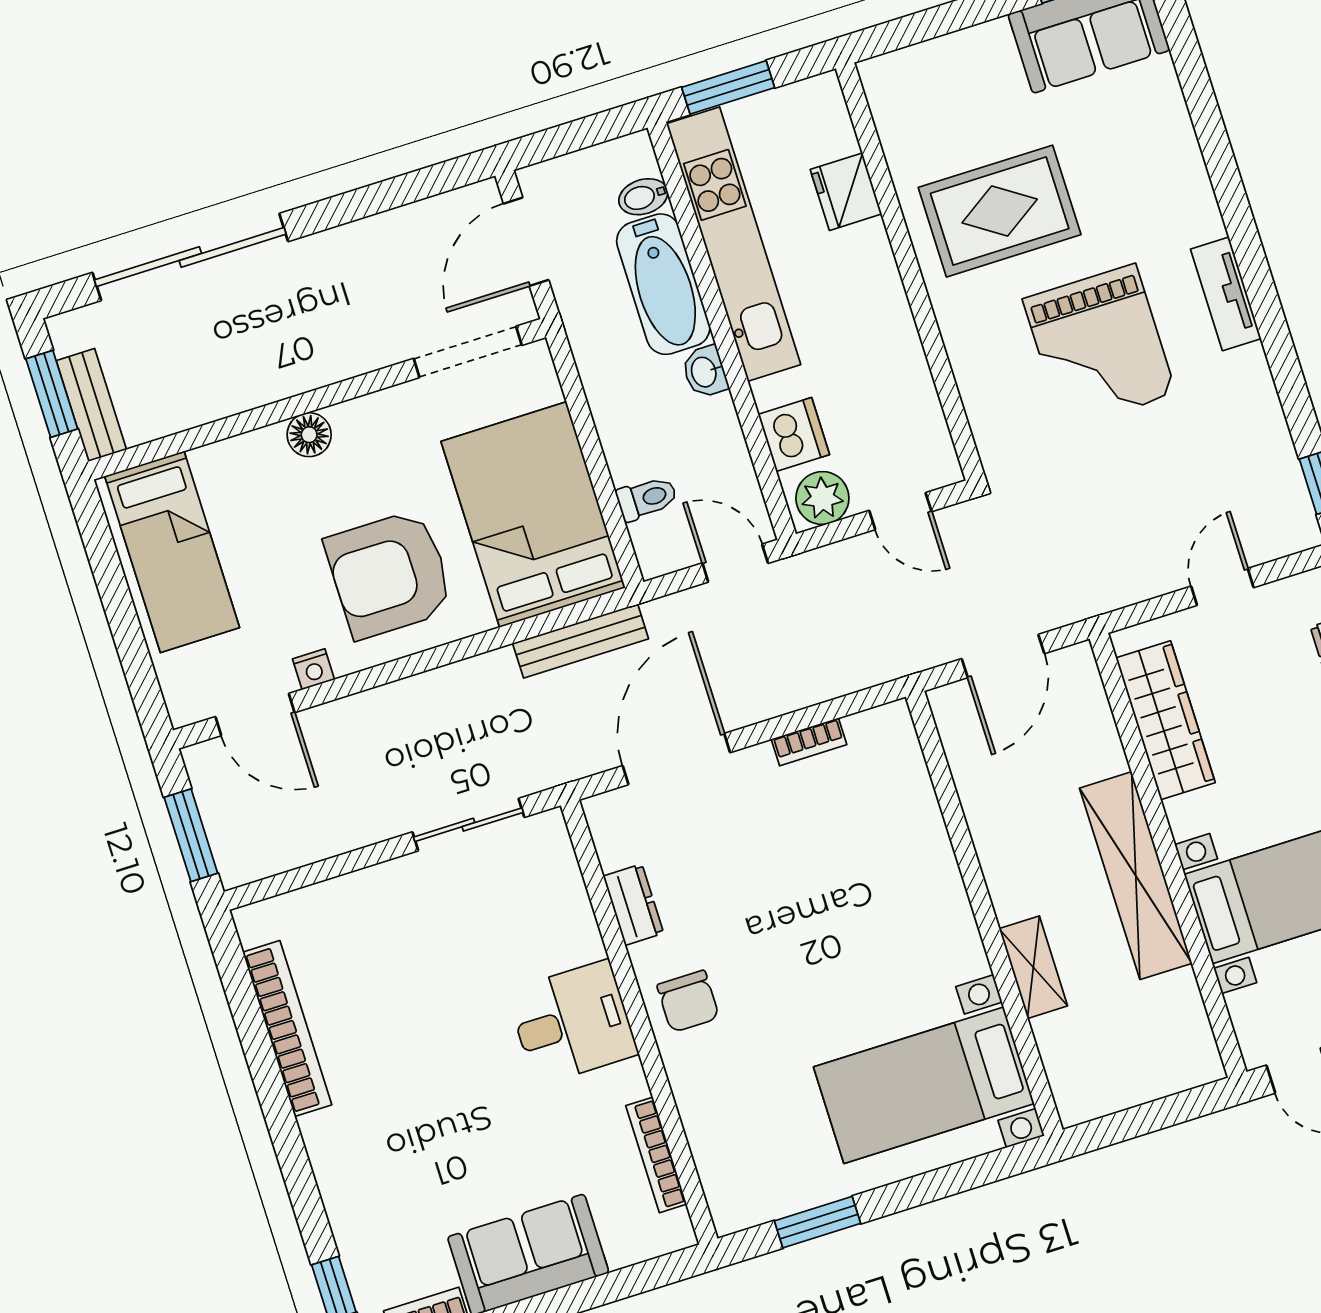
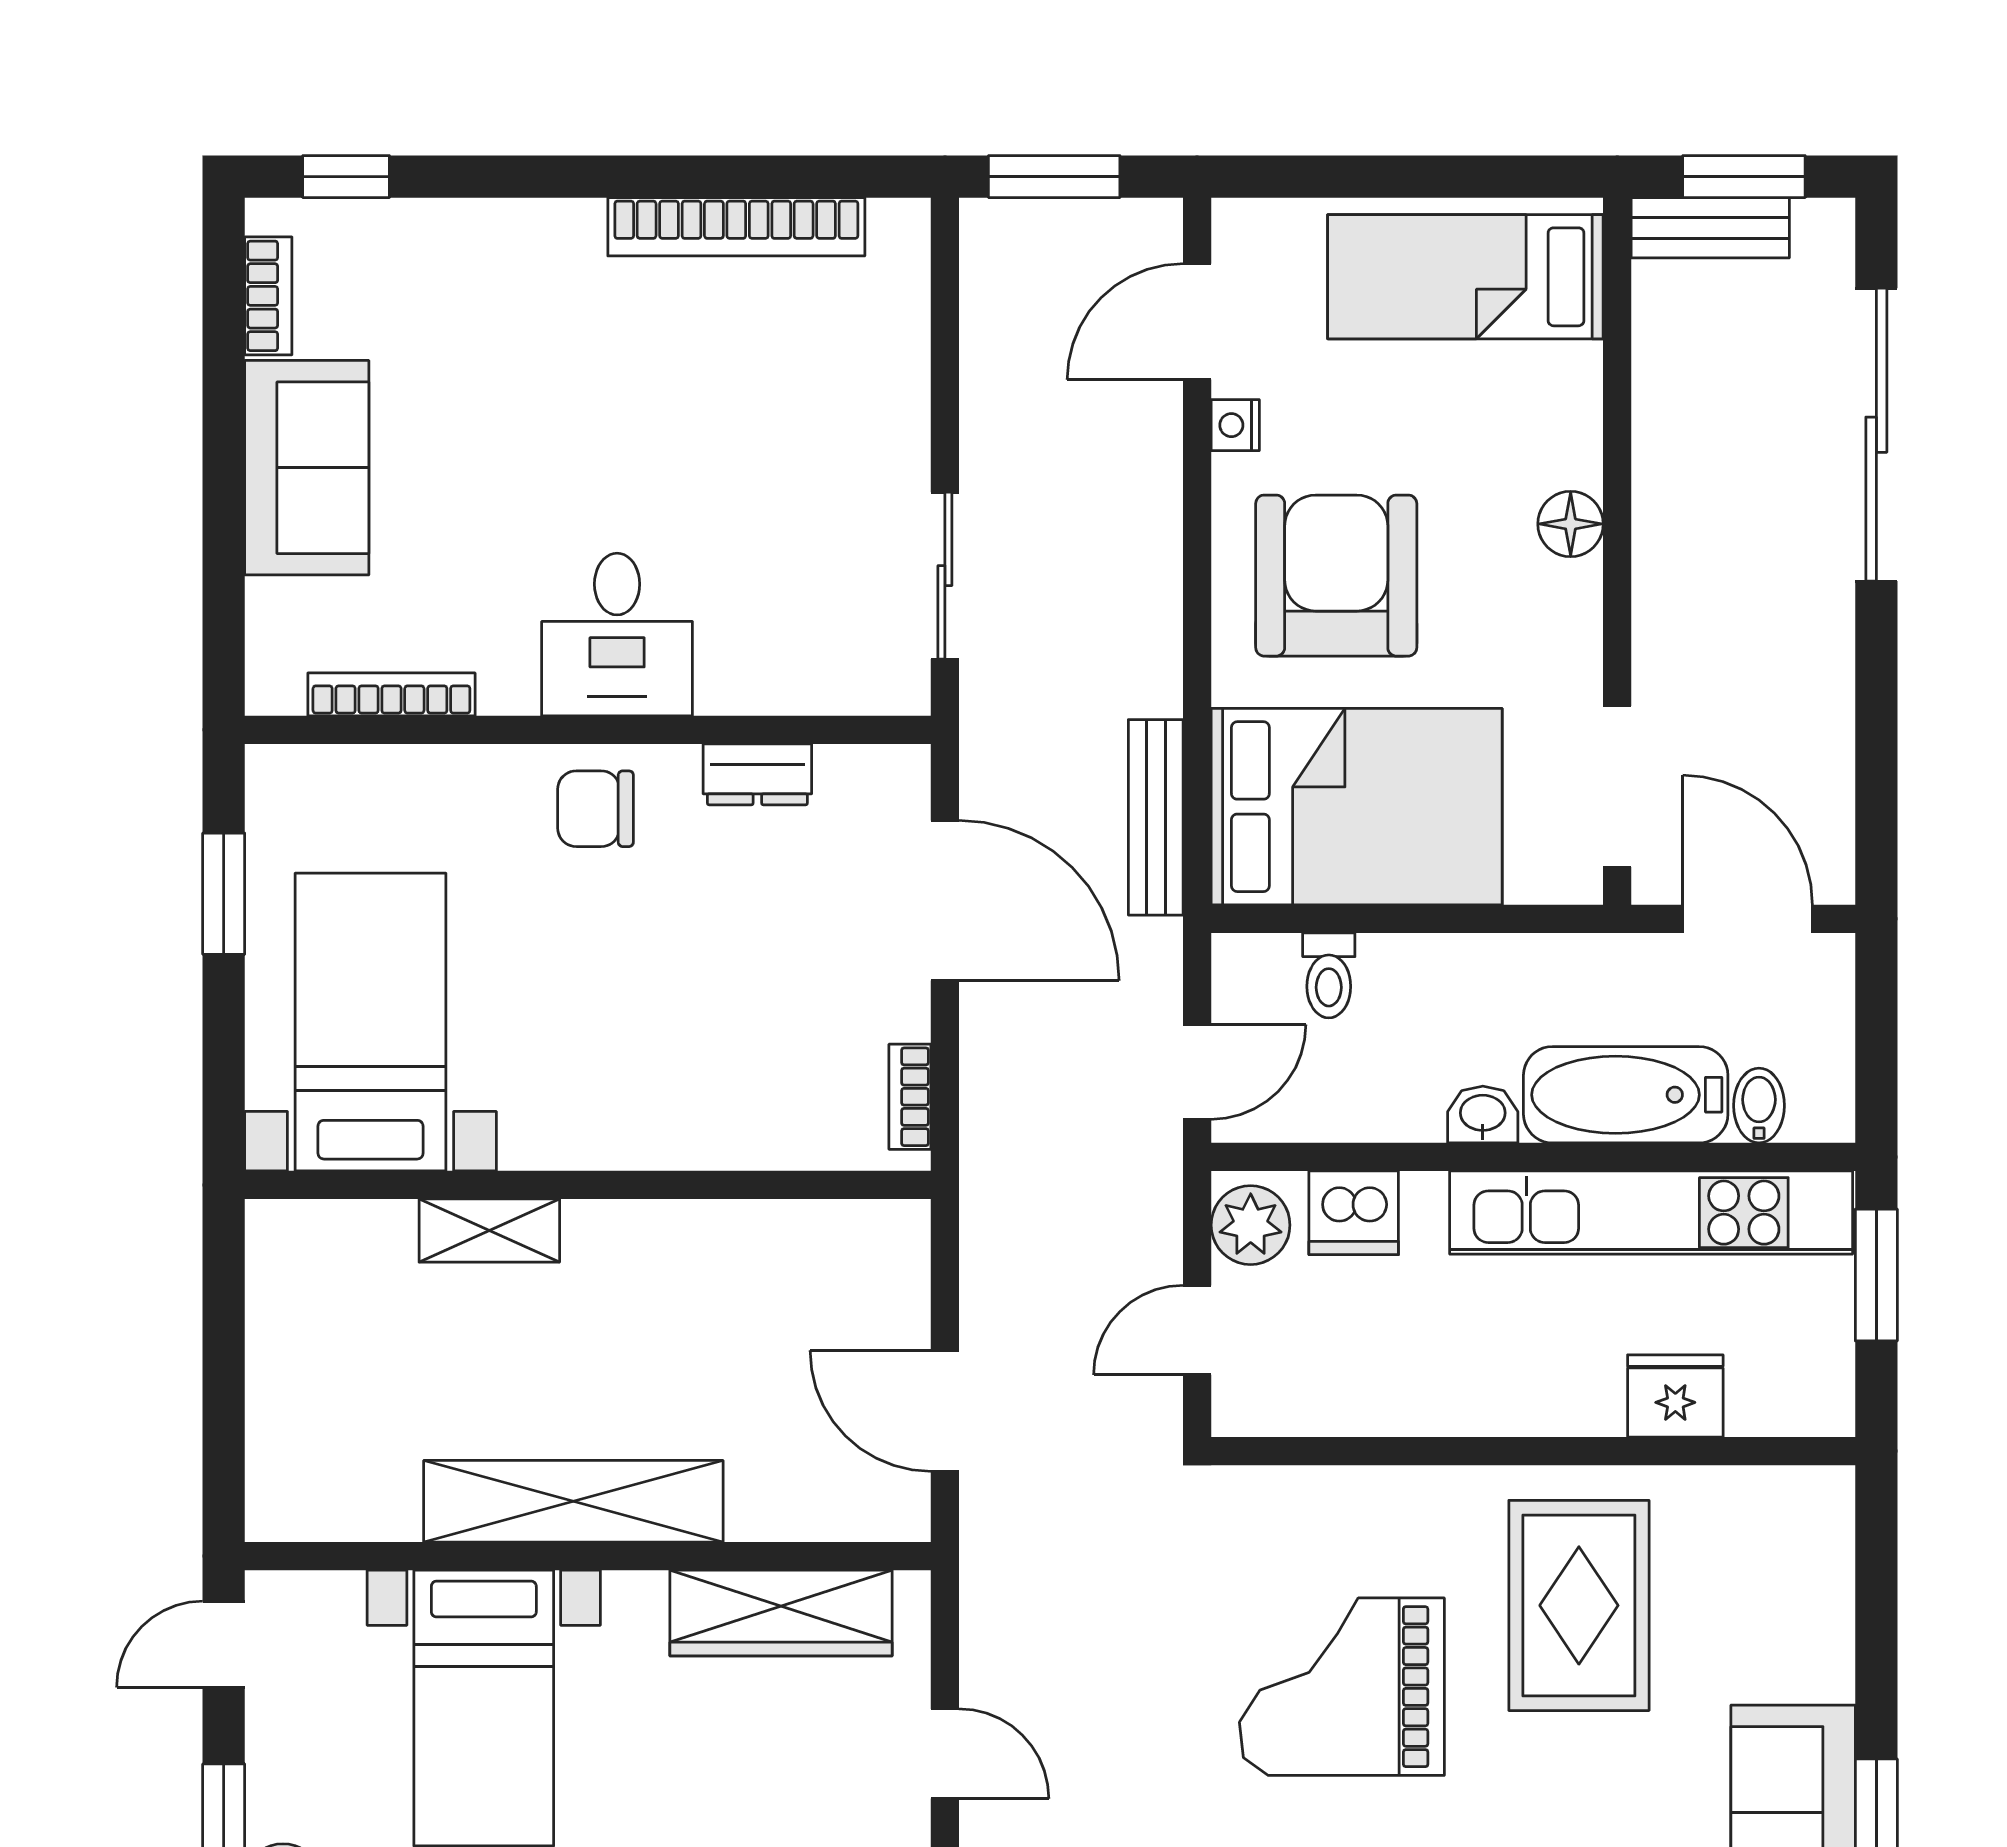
wall: (984, 913) -> (588, 1185), moved
shelving: (1033, 967) -> (489, 1231), moved
bed with nightstands: (924, 1085) -> (371, 1022), moved

